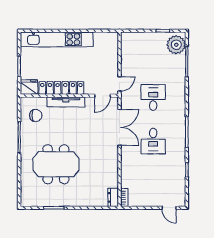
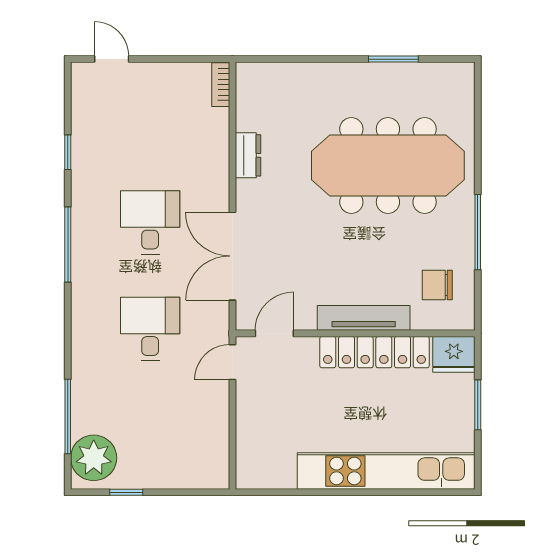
desk: (153, 97) -> (150, 329), turned 180
meeting table: (56, 164) -> (388, 165), width x1.36
dresser: (113, 197) -> (248, 155), moved

